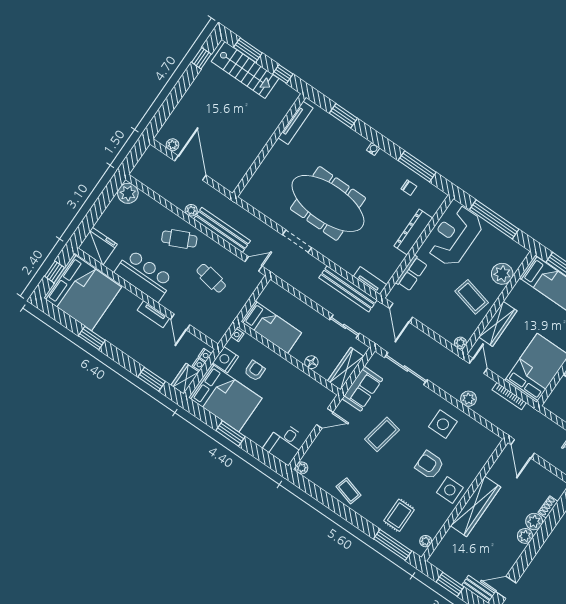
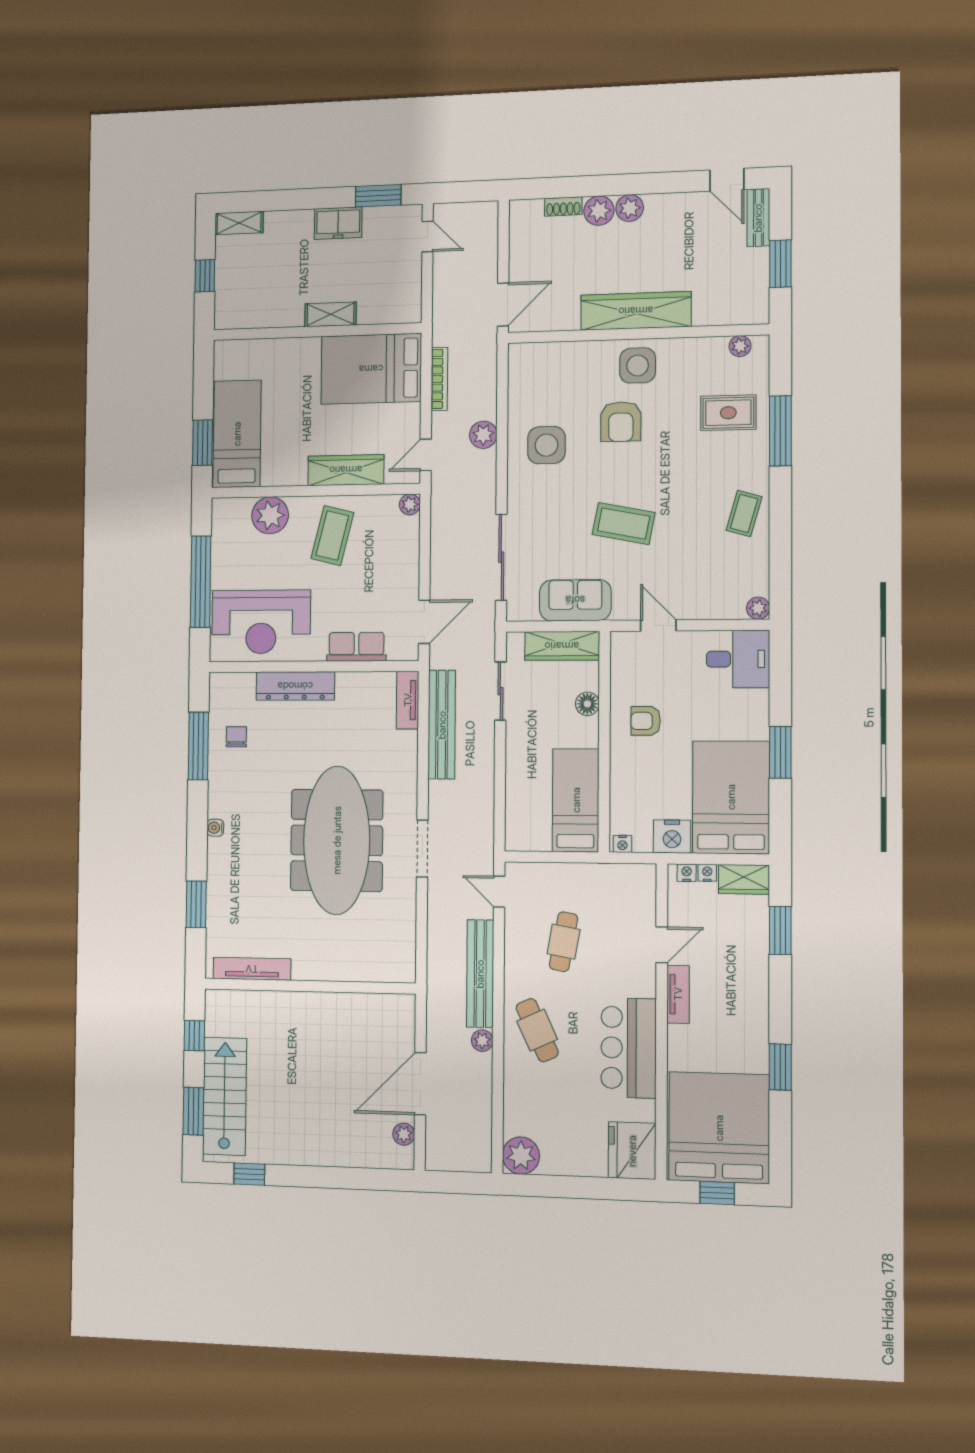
armchair: (255, 371) -> (646, 721), moved
window: (393, 545) -> (780, 431), moved

